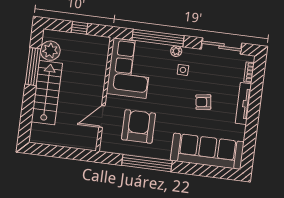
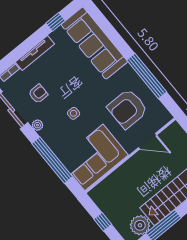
plant: (176, 51) -> (37, 125), moved
side table: (183, 70) -> (74, 113), moved
armchair: (203, 102) -> (38, 94), moved, turned -82
window: (250, 140) -> (55, 22), added

